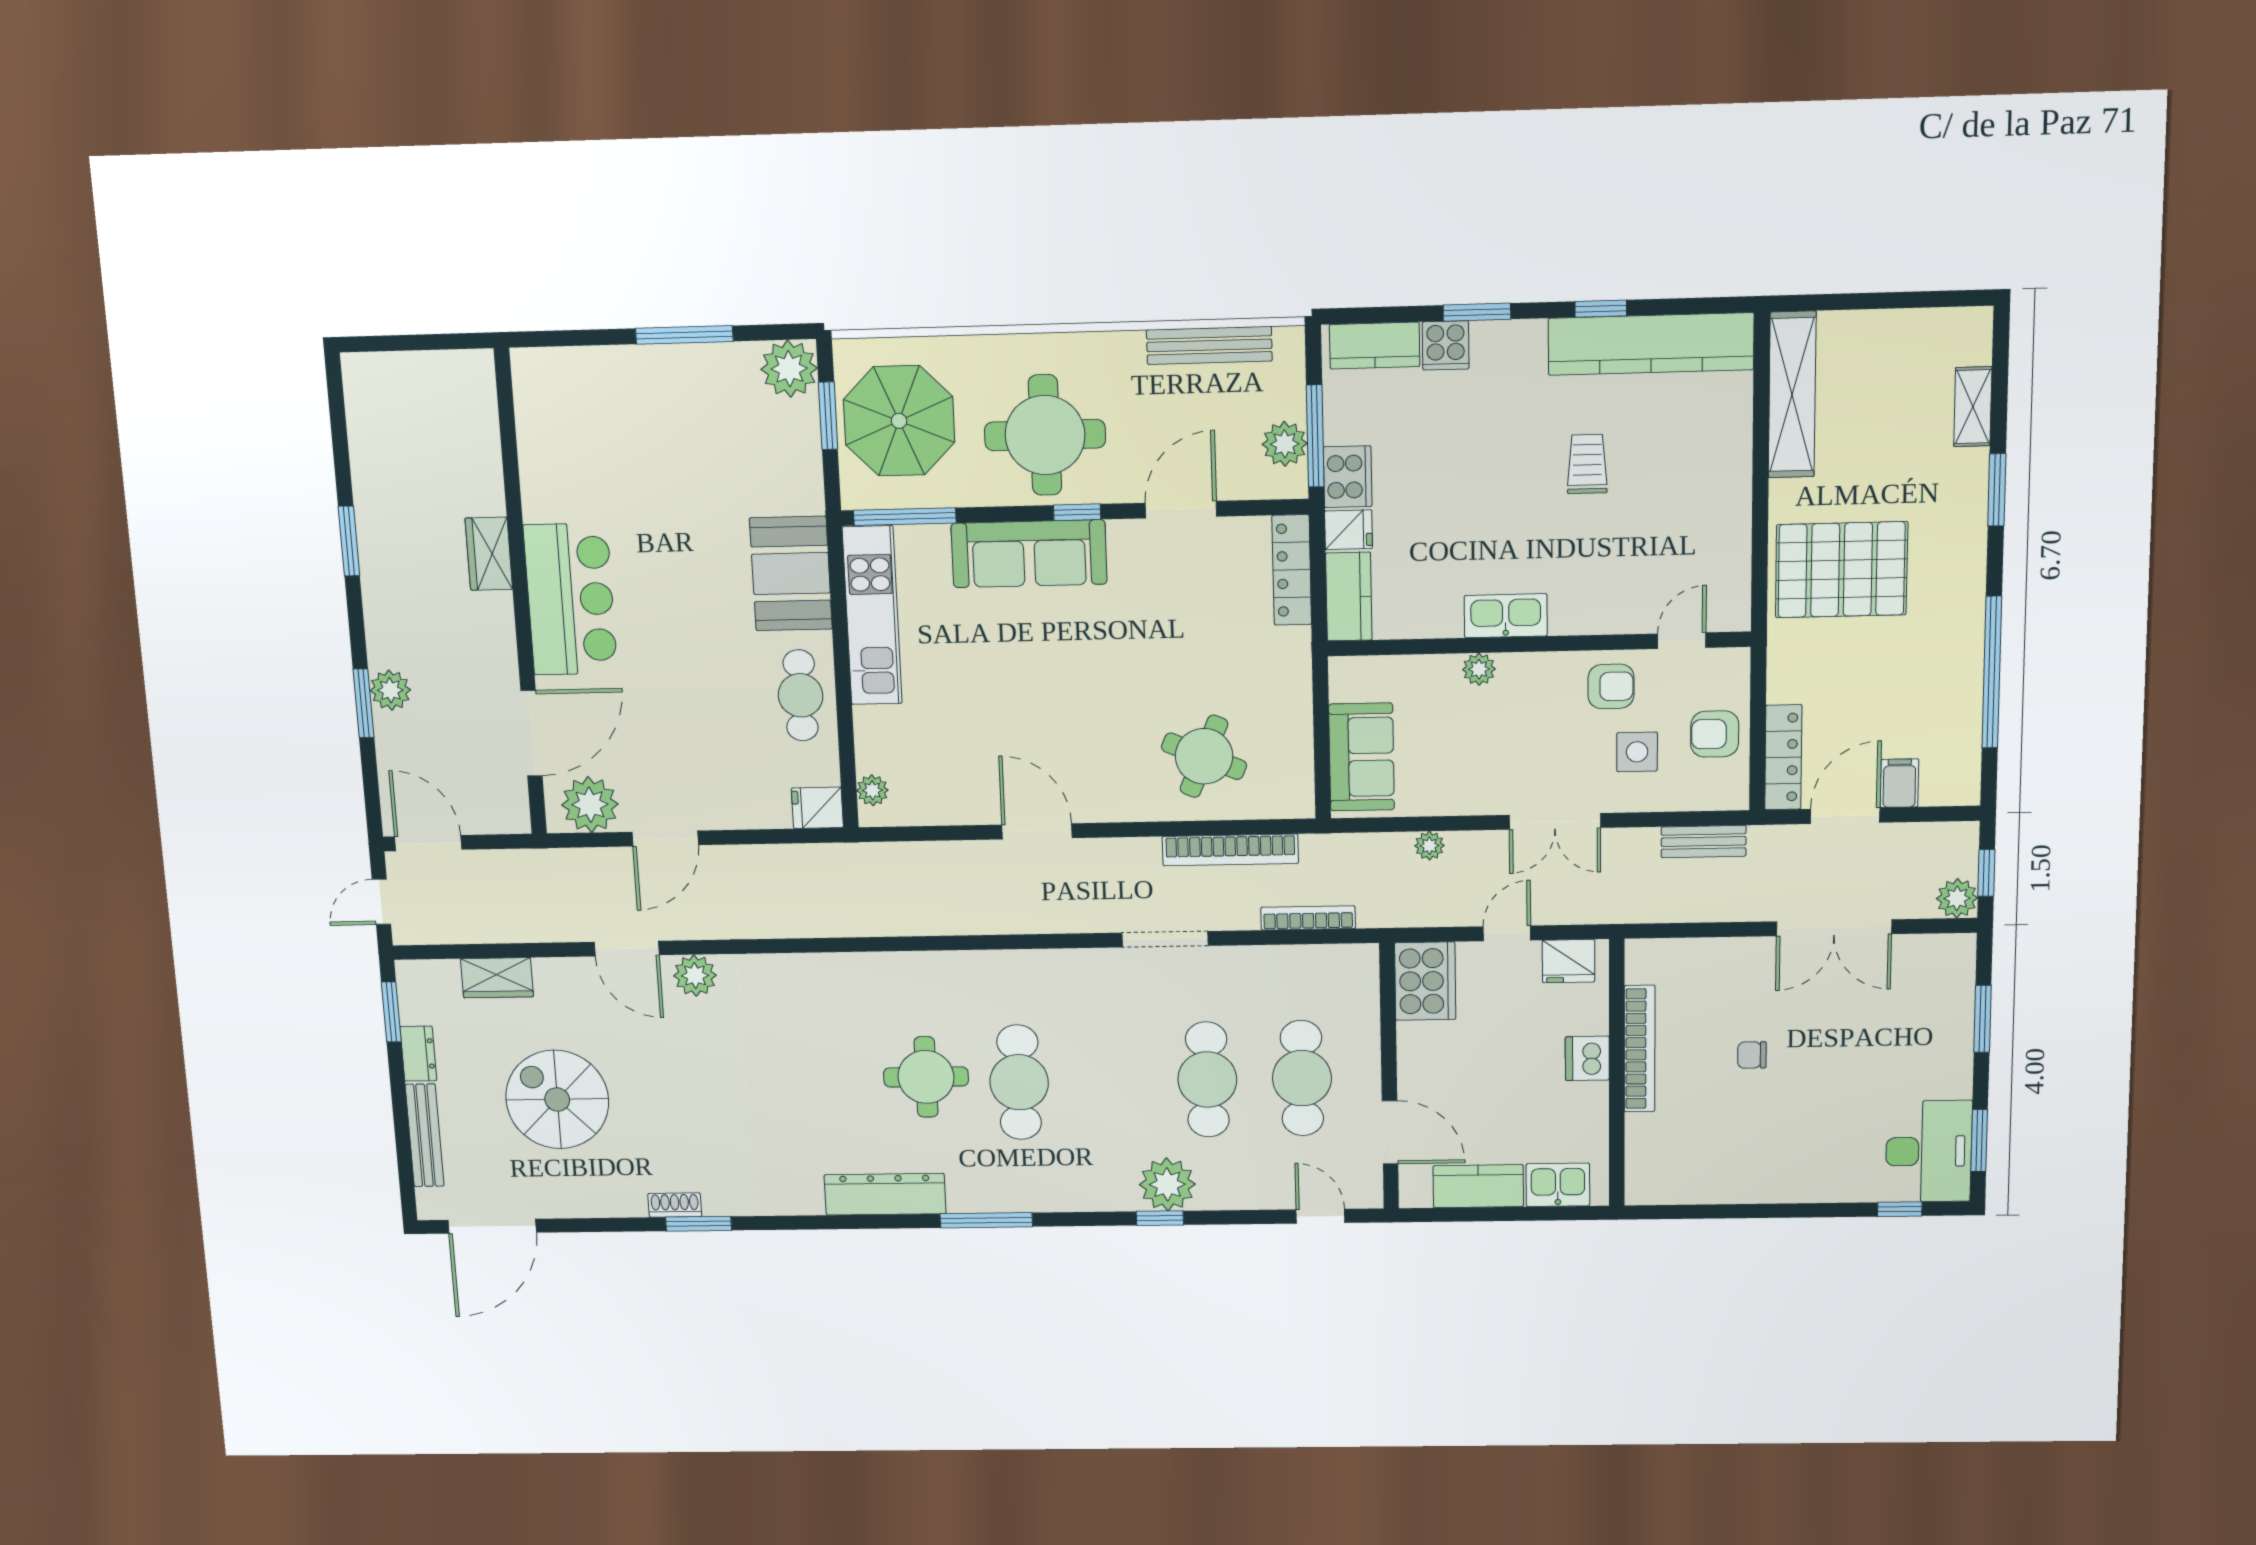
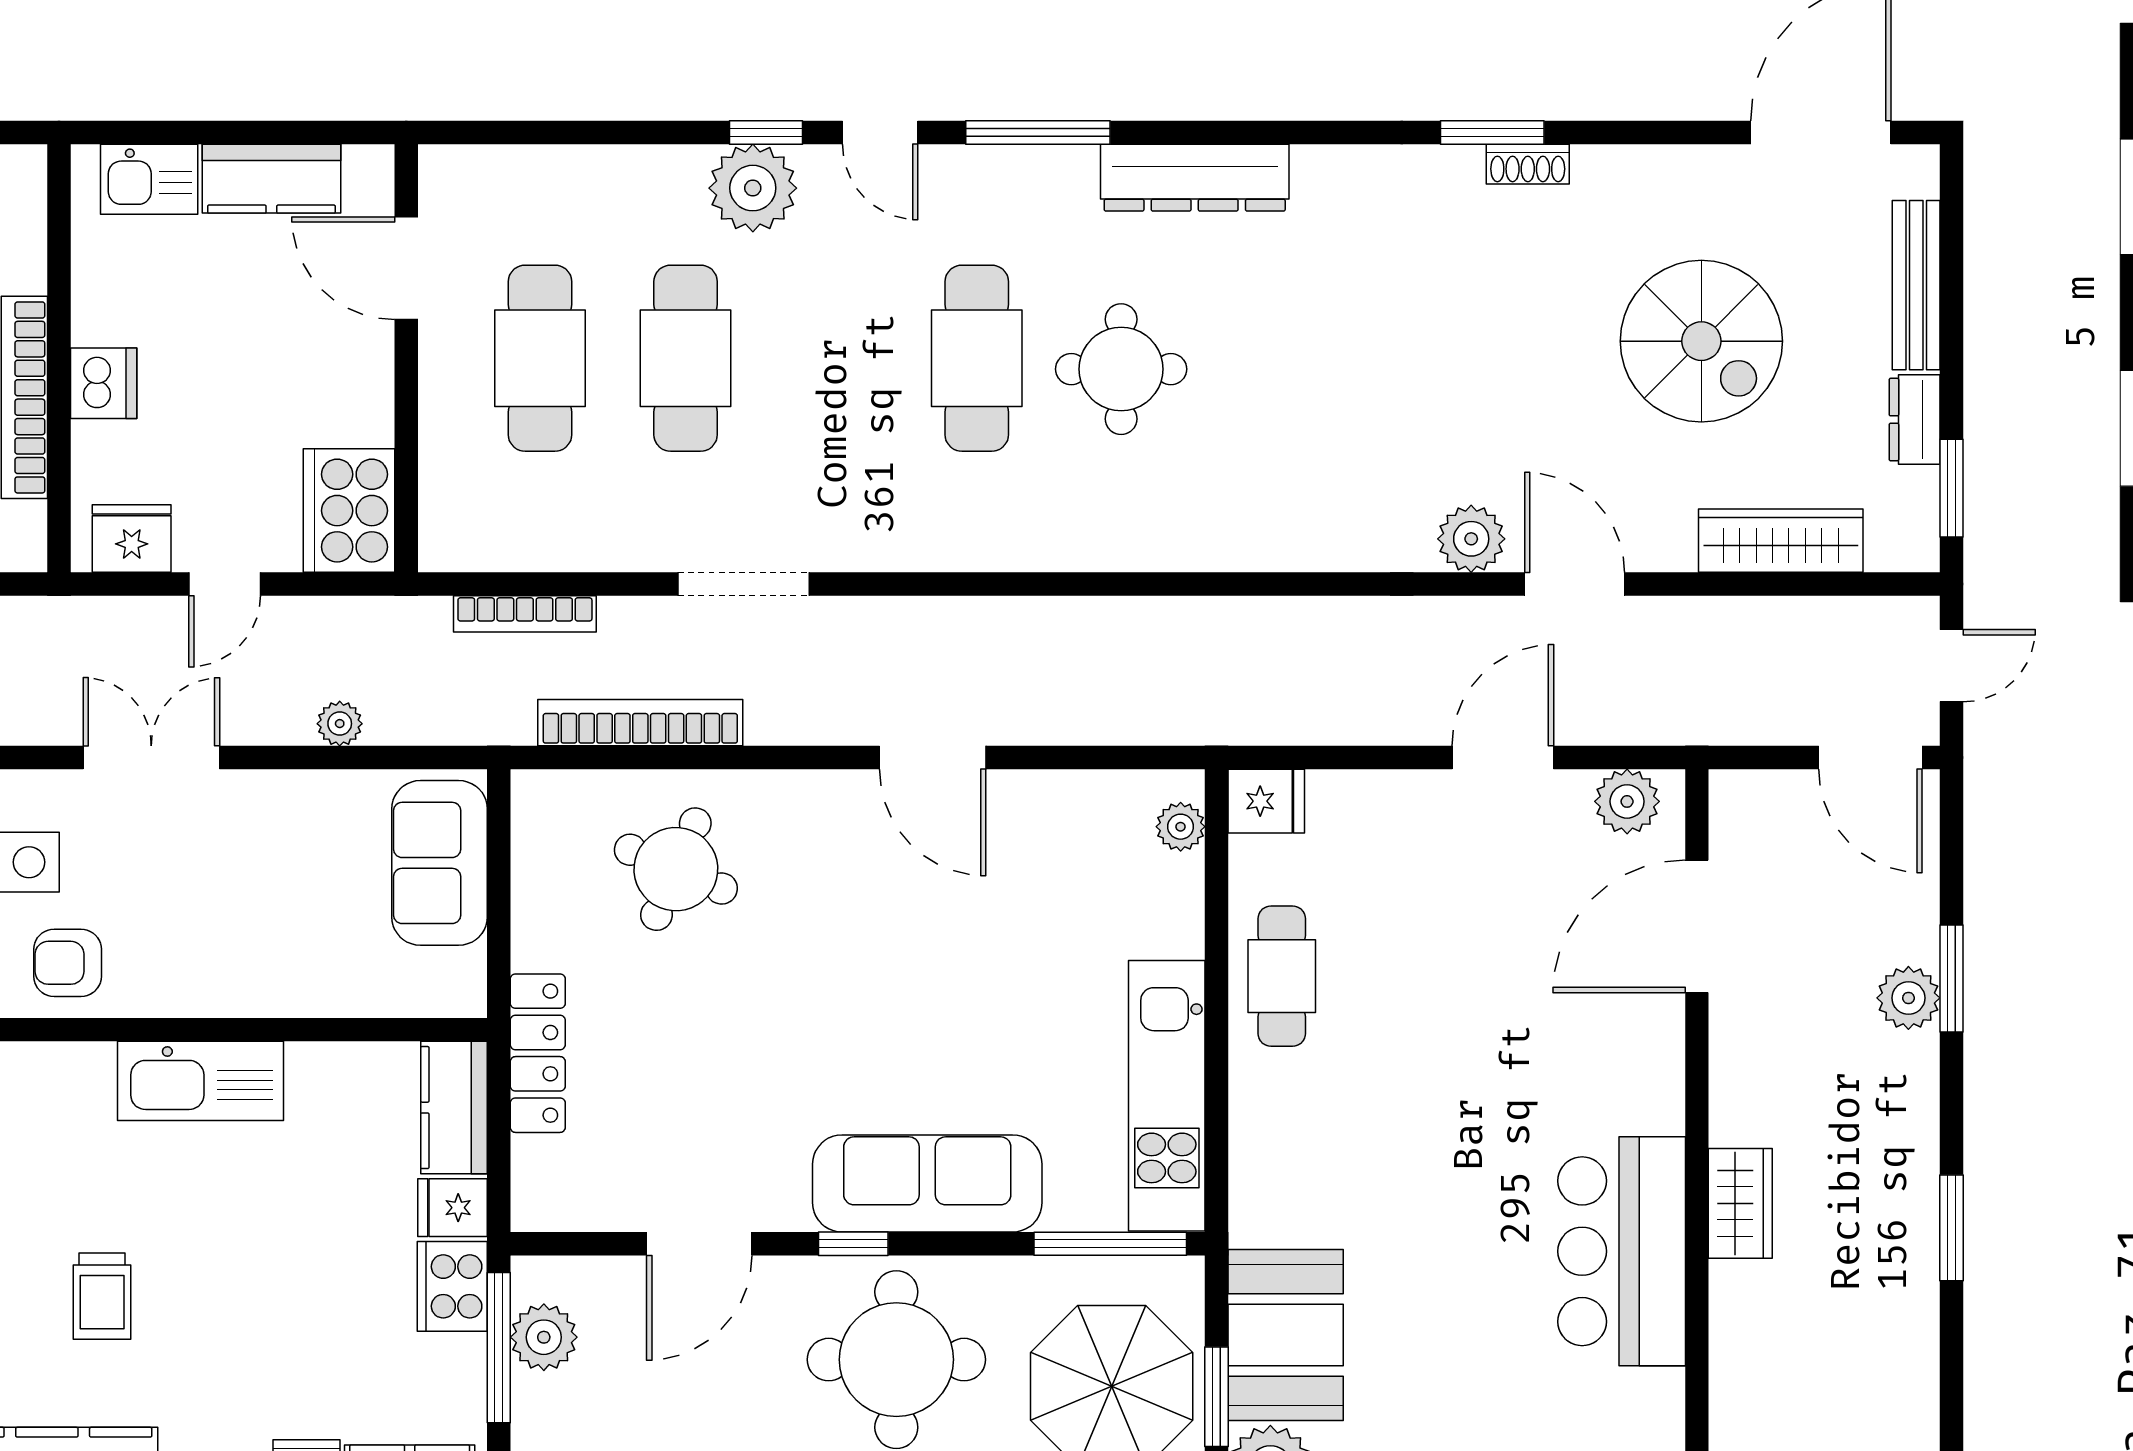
locker: (1292, 570) -> (538, 1053), moved
booth: (791, 574) -> (1286, 1335), moved
bar counter: (570, 599) -> (1622, 1251), moved
kitchen sink: (1506, 616) -> (200, 1081), width x1.36, depth x1.24
plant: (1479, 669) -> (263, 993), removed
plant: (590, 805) -> (1627, 801), width x0.73, depth x0.73
wardrobe: (497, 978) -> (1781, 541), width x1.50
door: (1320, 1216) -> (880, 132), moved

